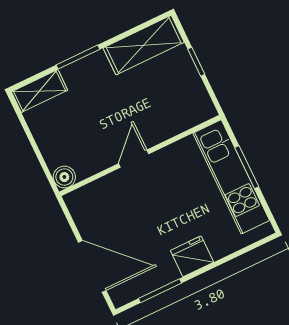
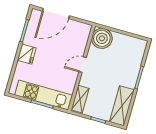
shelving: (40, 91) -> (80, 99), moved
door: (134, 159) -> (83, 65), swing flipped
boiler: (64, 177) -> (102, 38), width x1.86, depth x1.86

